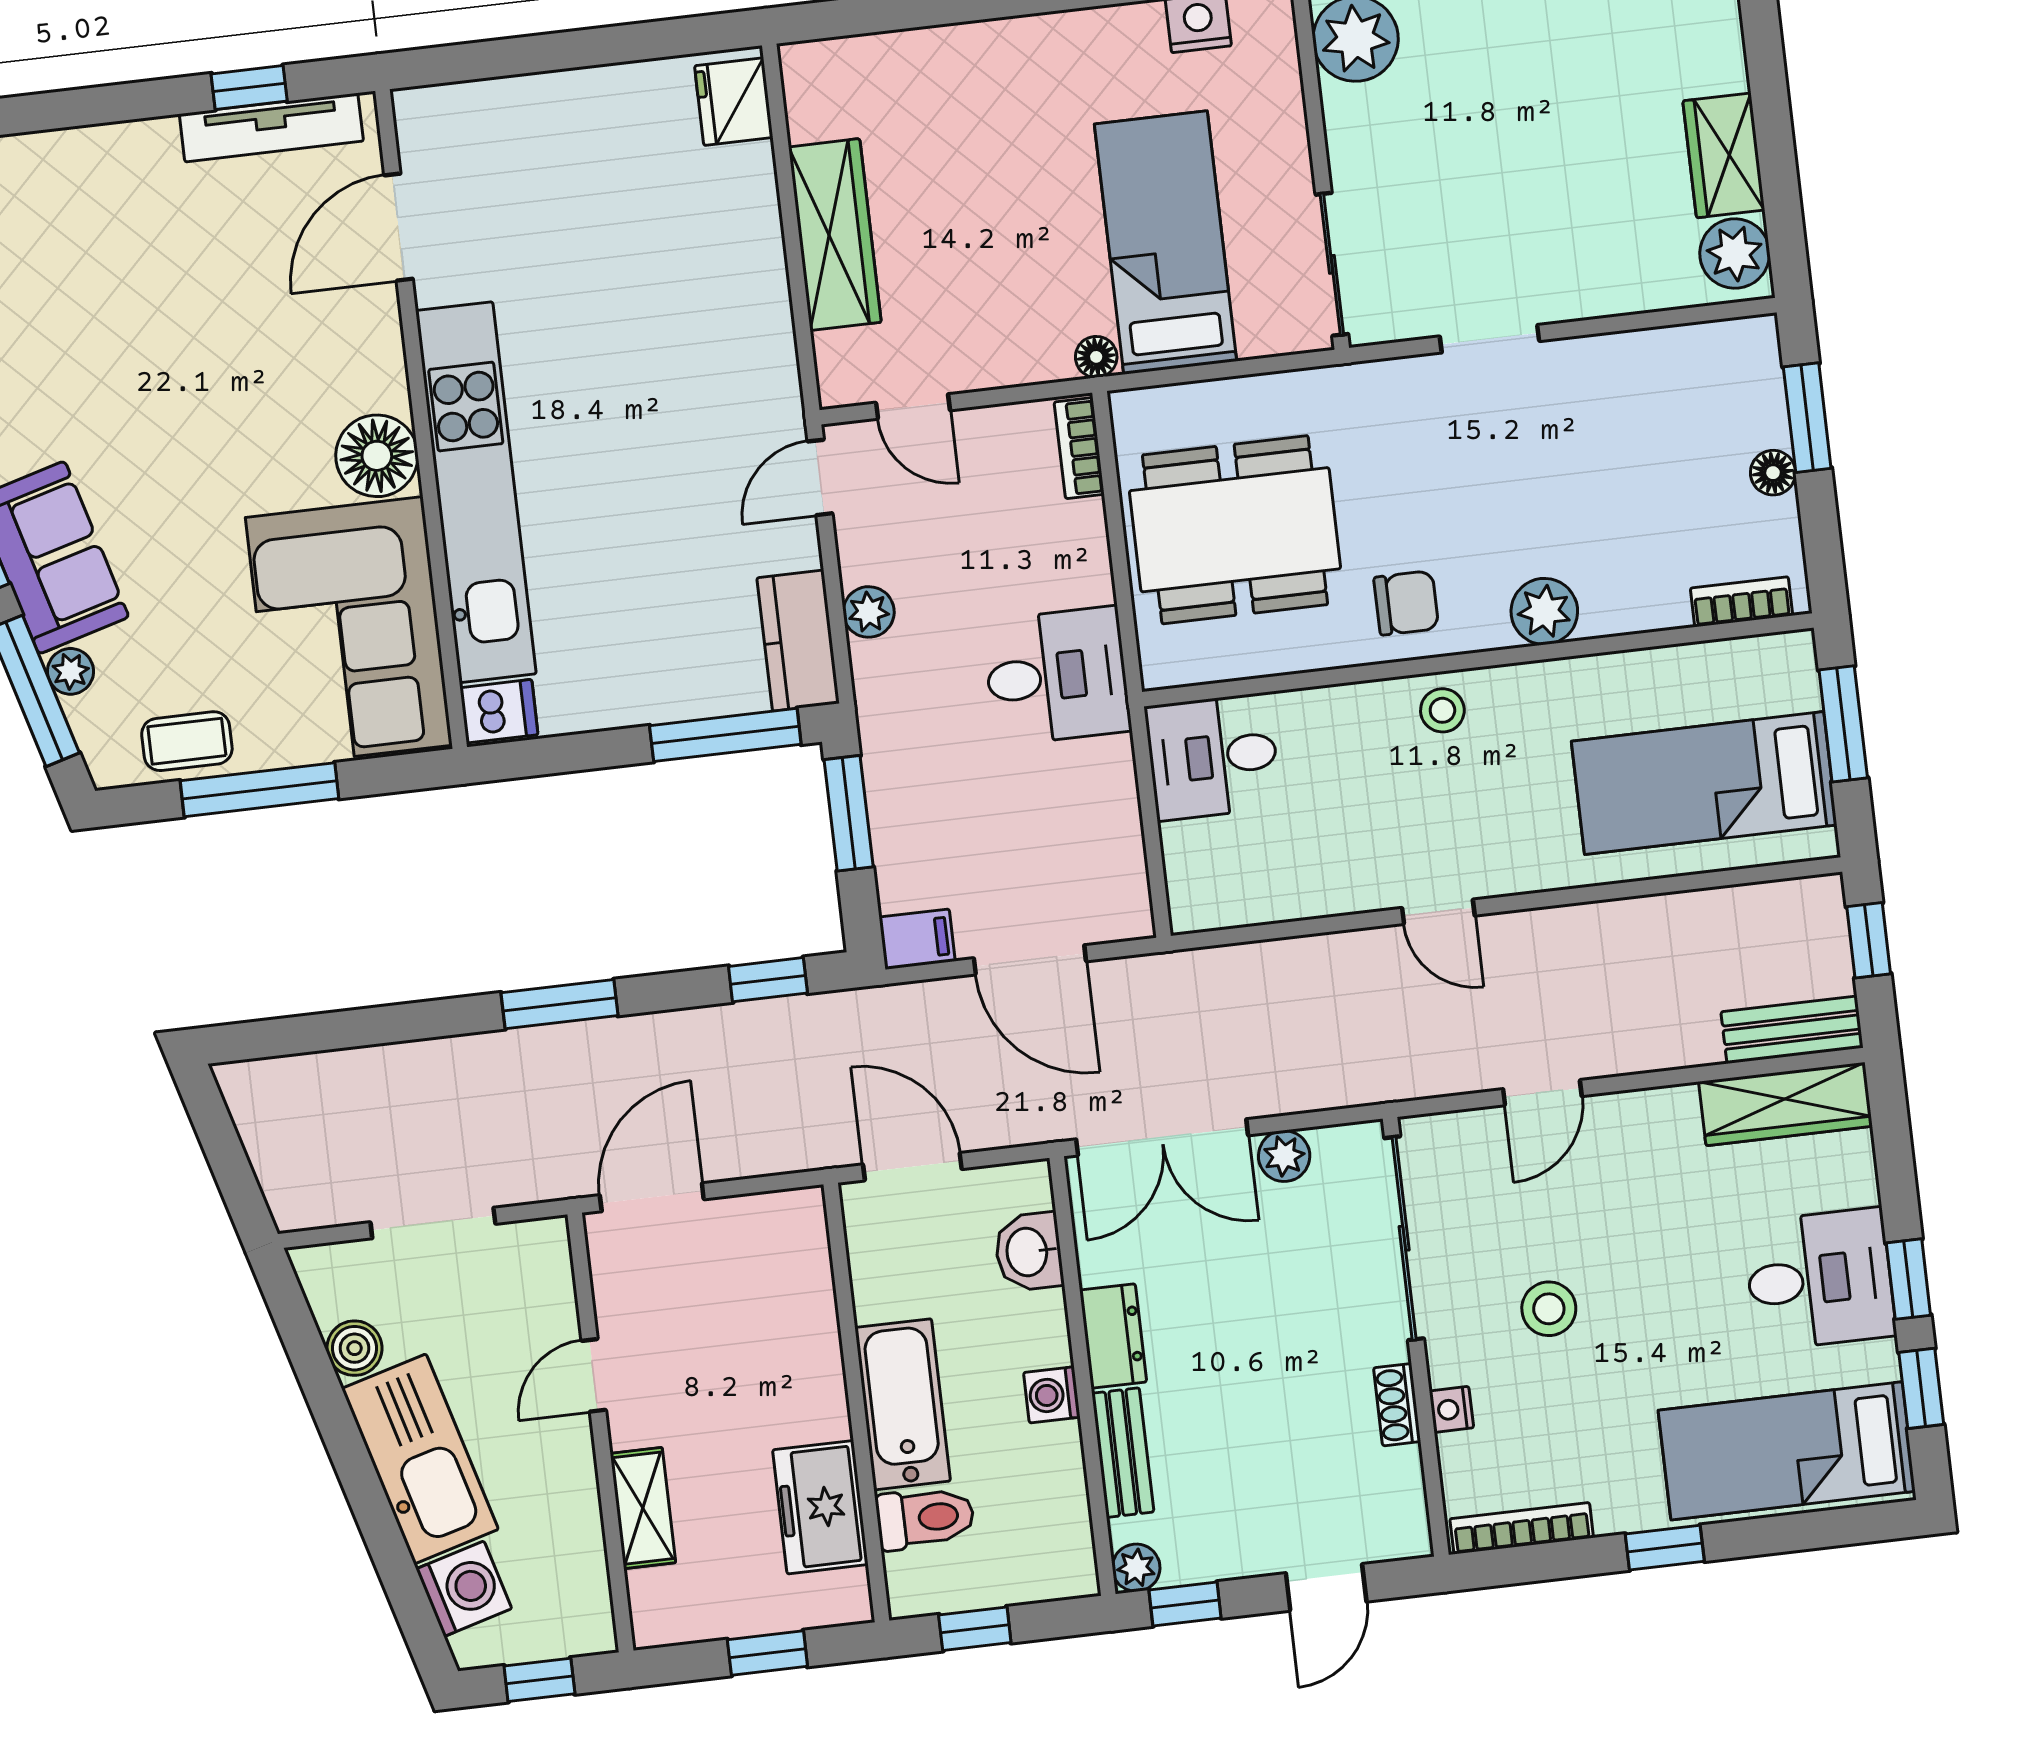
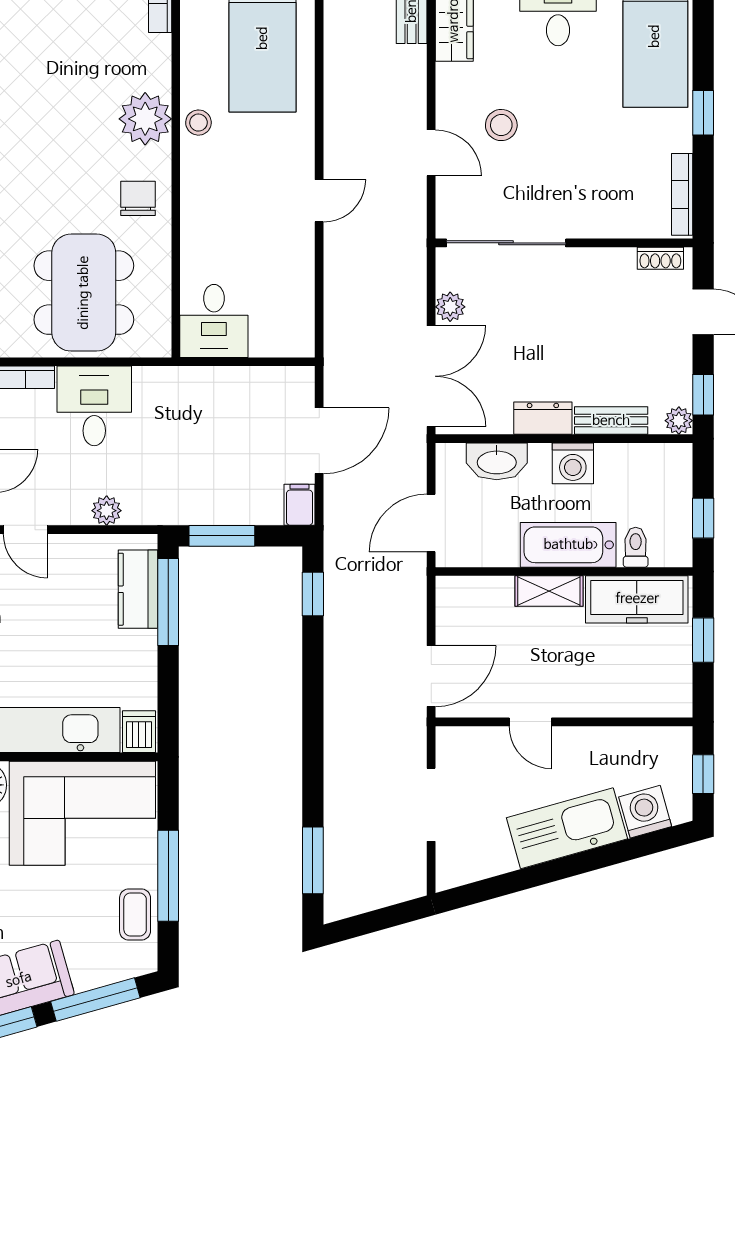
plant: (1544, 611) -> (145, 119), width x1.36, depth x1.36
kitchen counter: (798, 641) -> (138, 589), moved, turned 90
plant: (71, 671) -> (87, 977), removed
desk: (1057, 676) -> (94, 406), moved
stool: (1442, 710) -> (198, 123), moved
window: (559, 1004) -> (313, 860), moved
door: (652, 1197) -> (431, 676), swing flipped
washbasin: (1029, 1252) -> (497, 461), width x1.38
stool: (1549, 1309) -> (501, 125), moved
boiler: (355, 1348) -> (498, 859), removed
washing machine: (1052, 1395) -> (573, 463), width x1.38, depth x1.38
shoe rack: (1397, 1405) -> (660, 258), moved
nightstand: (1451, 1409) -> (608, 227), removed
freezer: (820, 1507) -> (637, 599), width x1.40
shelving: (643, 1508) -> (549, 591), moved
toilet: (925, 1518) -> (636, 547), width x0.73, depth x0.72

